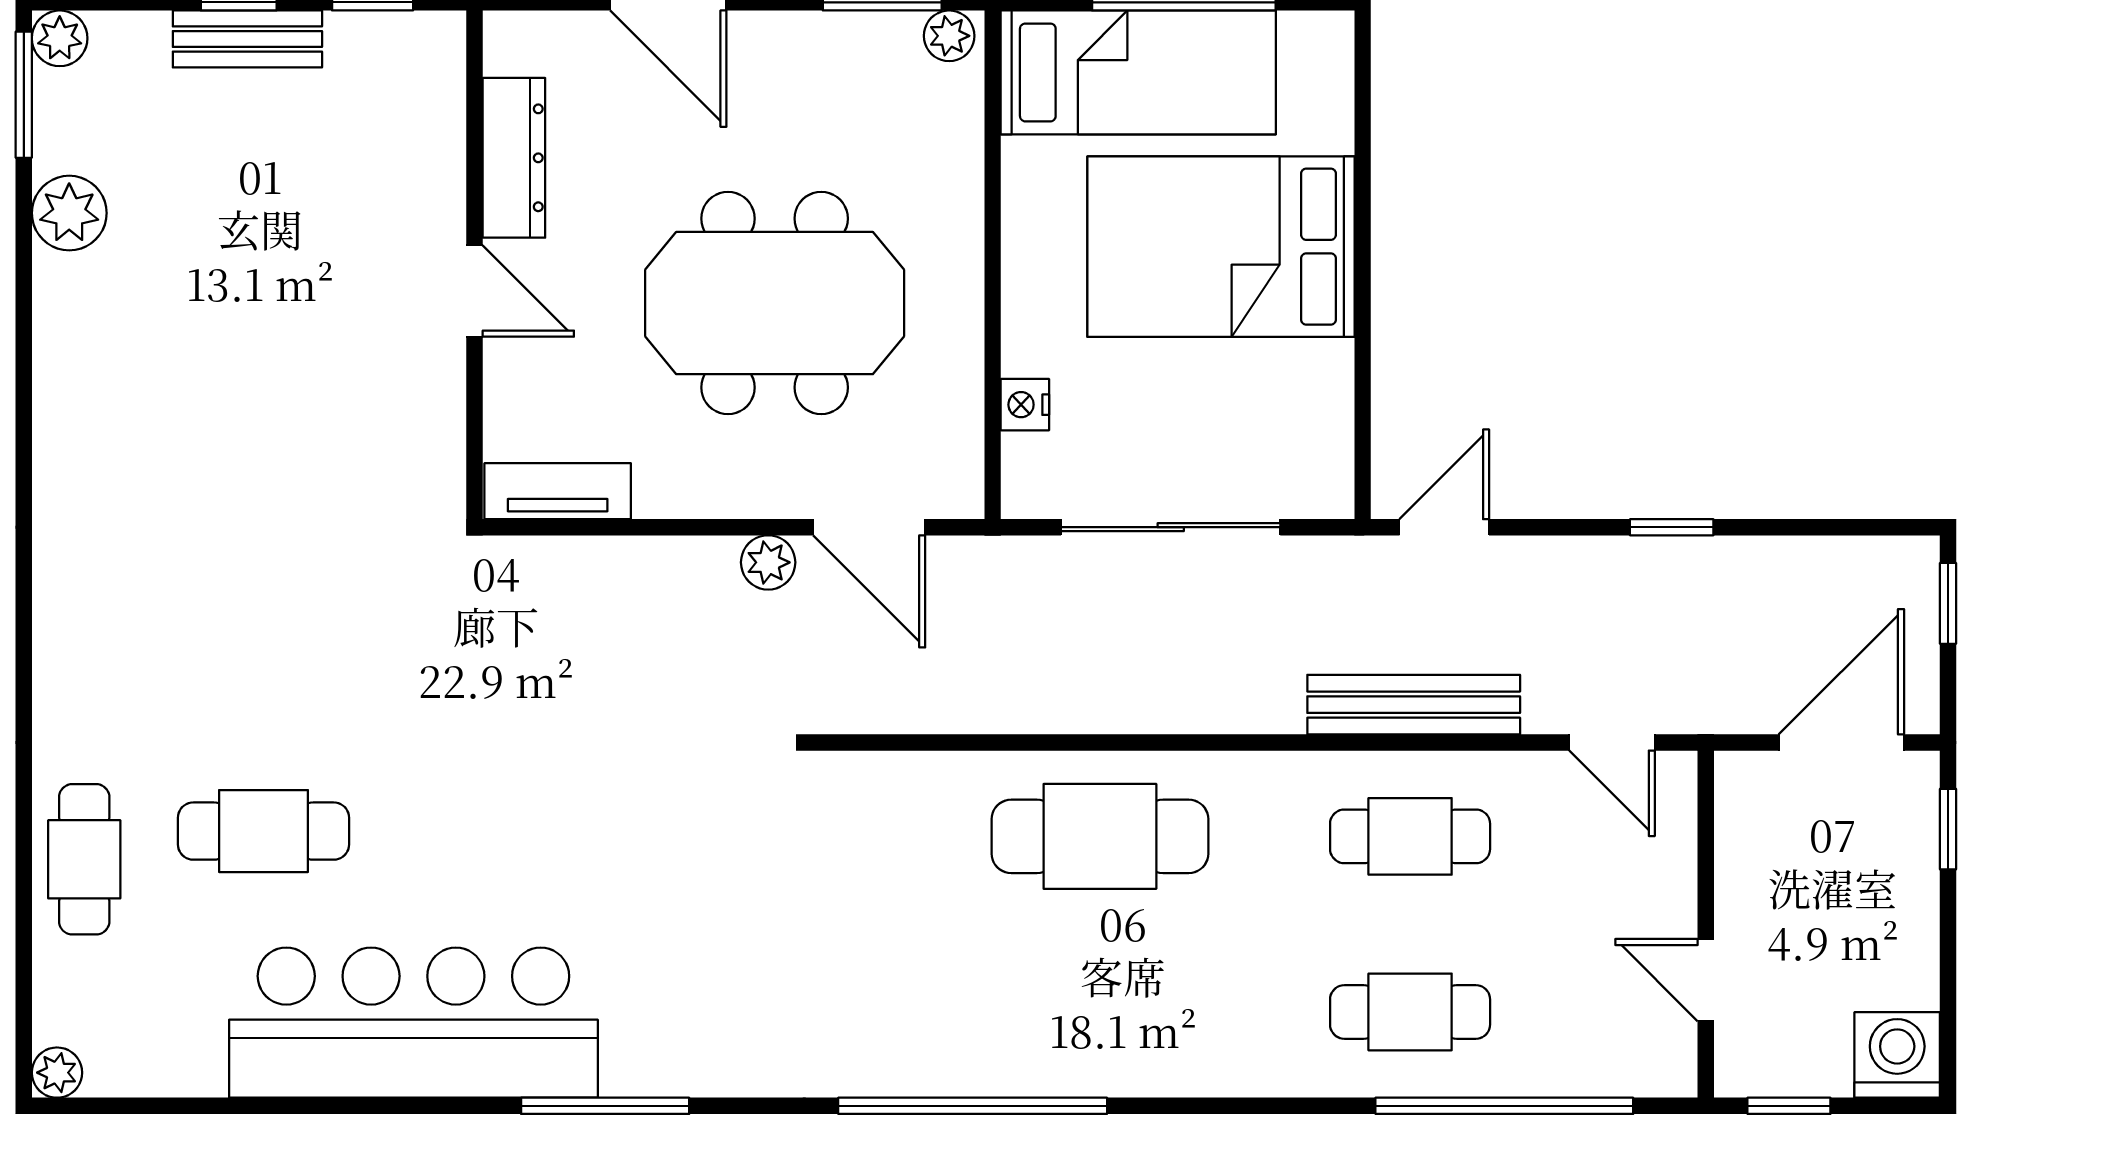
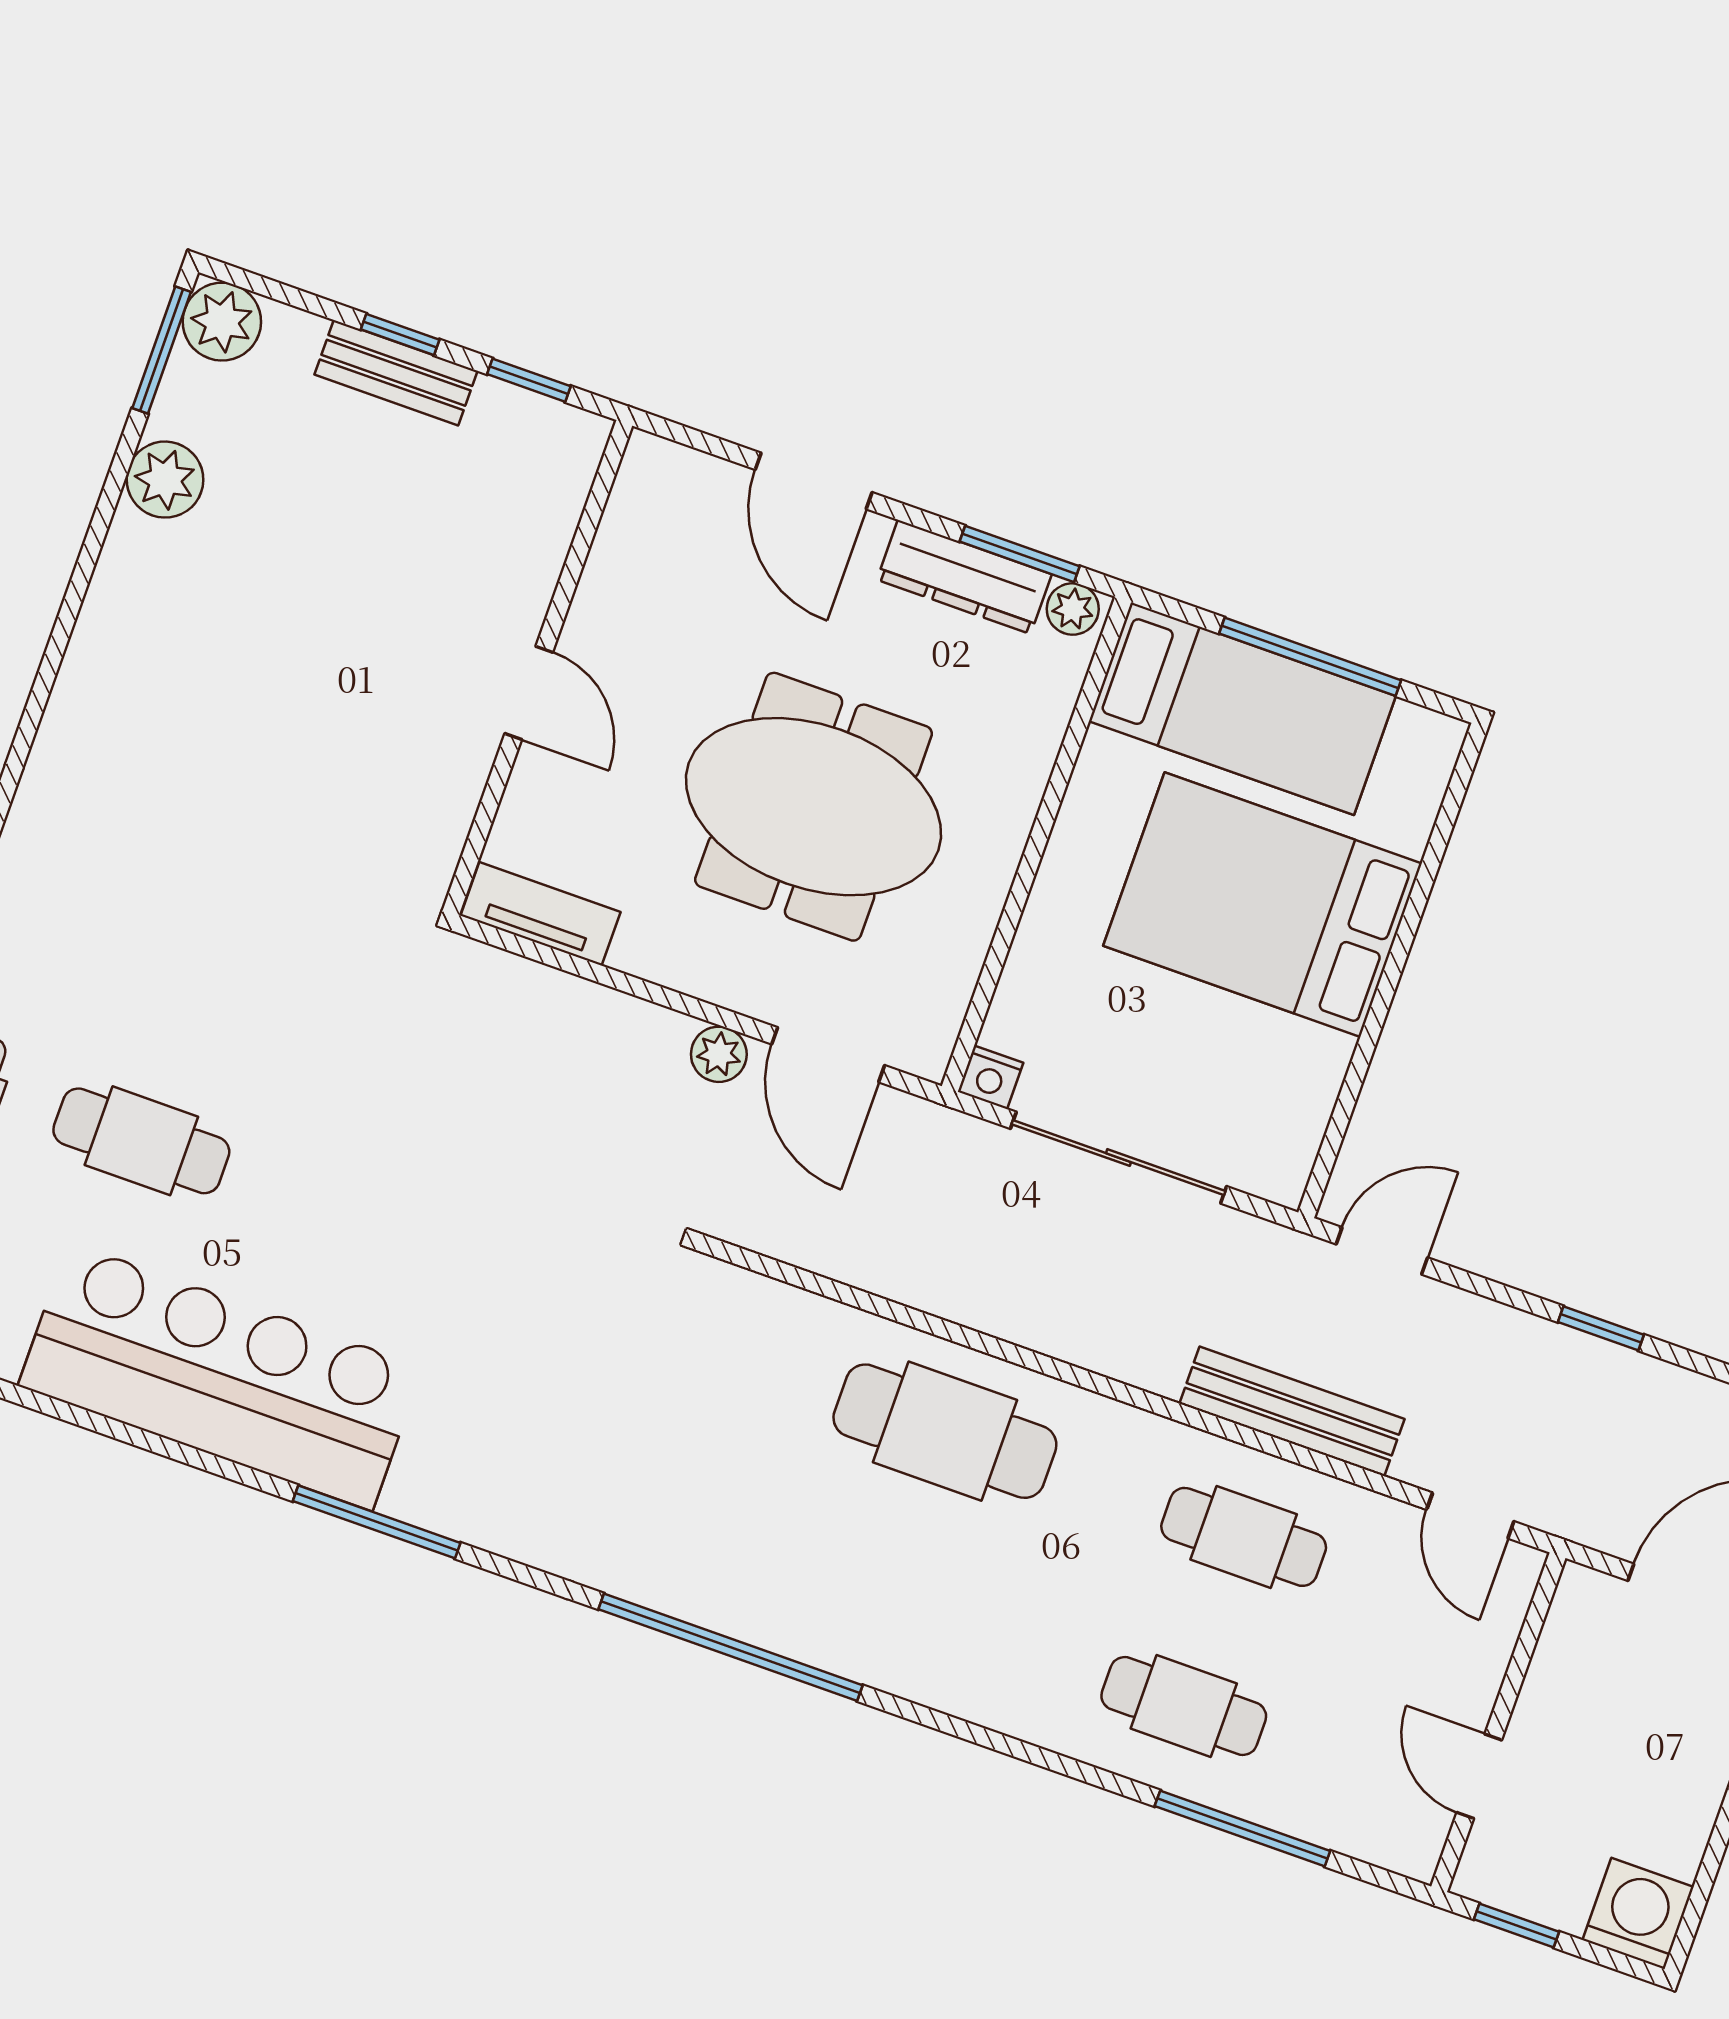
plant: (60, 38) -> (222, 322), width x1.38, depth x1.38
dresser: (514, 158) -> (964, 577), moved, turned 90
nightstand: (1025, 405) -> (990, 1077), moved, turned -90
window: (1504, 1106) -> (1242, 1828), width x0.68

